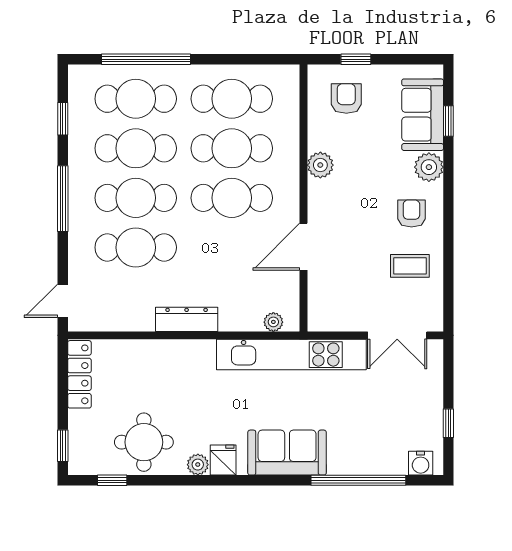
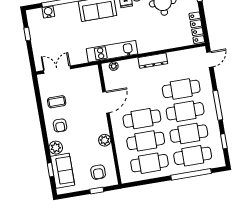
kitchen unit: (291, 355) -> (112, 51), width x0.73
water cooler: (421, 463) -> (48, 12), moved

